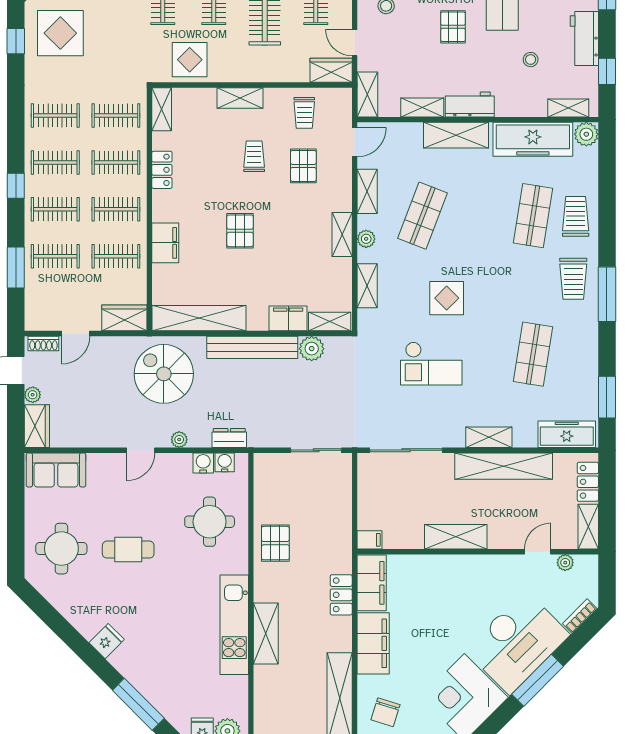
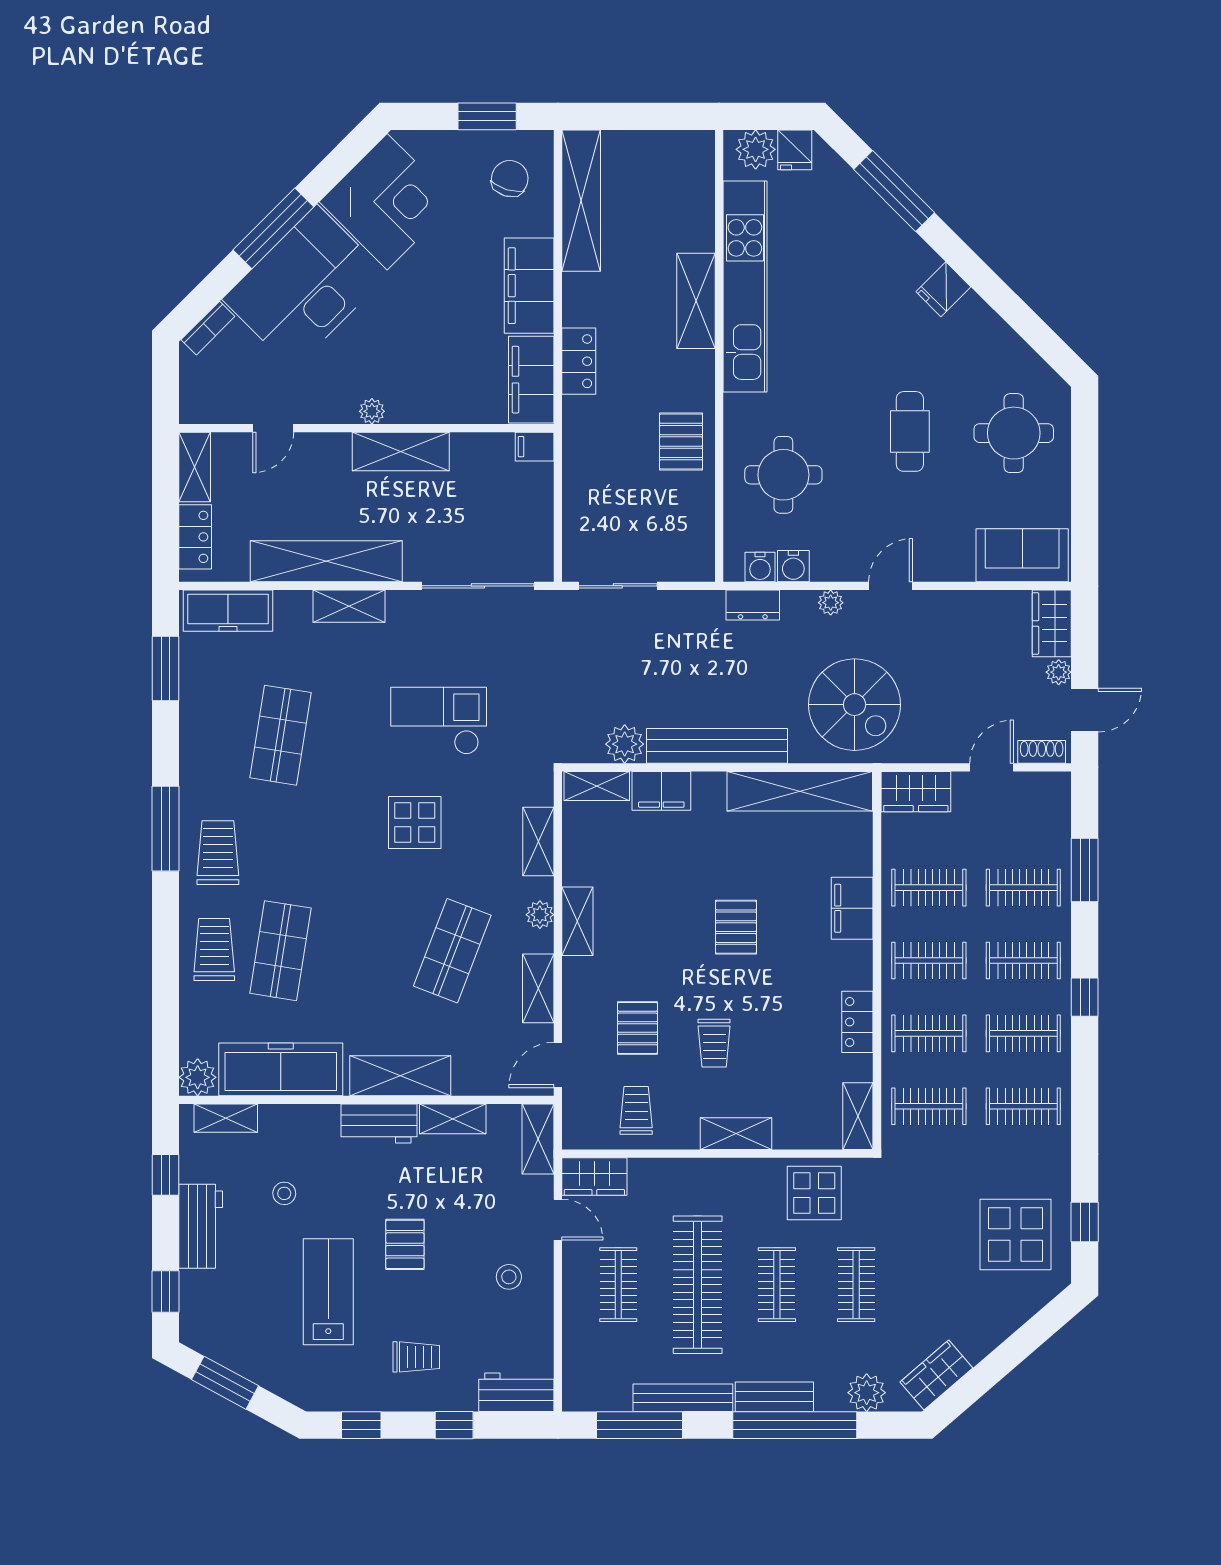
trolley: (576, 216) -> (214, 950), turned 180
cafe table: (128, 550) -> (910, 431), turned 90
plant: (565, 563) -> (372, 411), moved
kitchen unit: (234, 625) -> (745, 287), width x1.36

